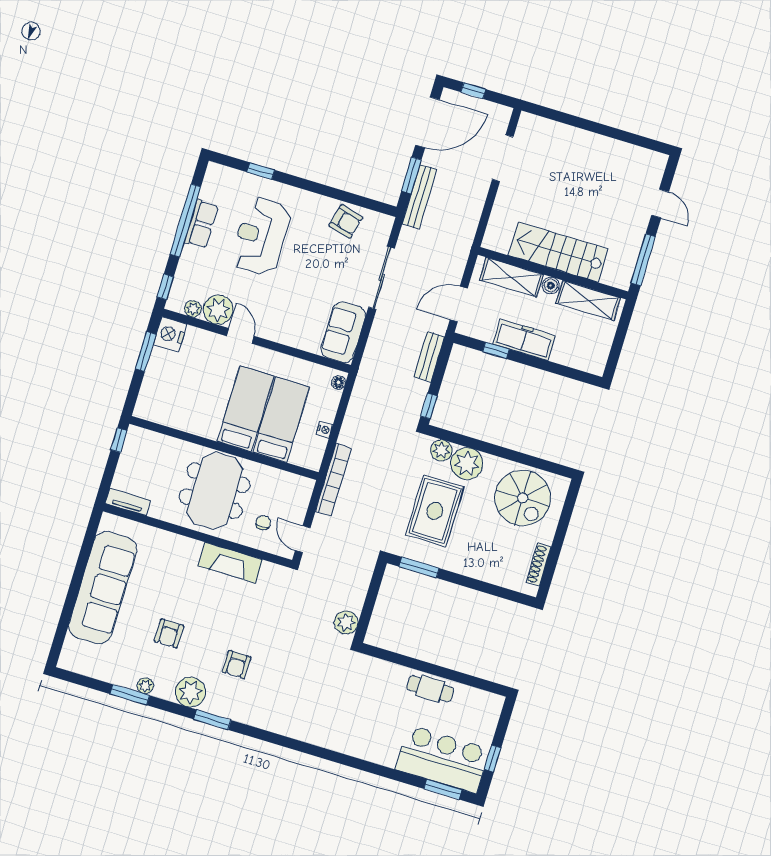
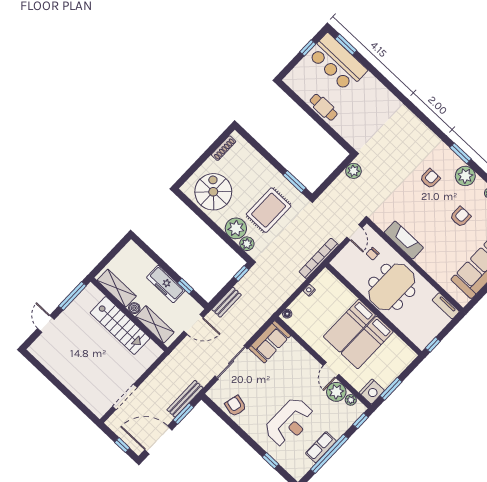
bed: (281, 420) -> (367, 342), moved

